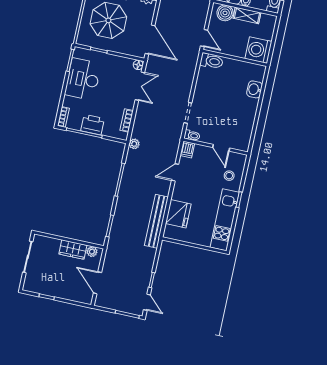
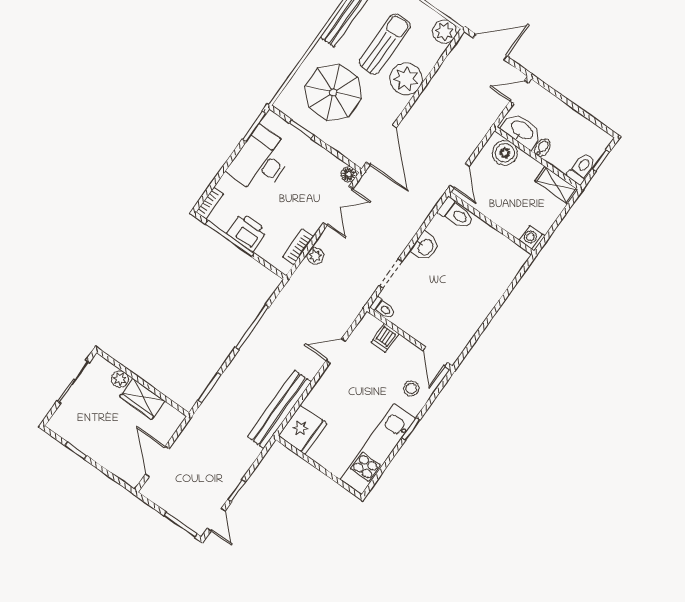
shelving: (247, 15) -> (556, 185), moved
washing machine: (258, 50) -> (532, 238), width x0.53, depth x0.53
washbasin: (254, 89) -> (425, 247), moved, turned 180
plant: (134, 144) -> (315, 256), moved
door: (221, 148) -> (435, 357), moved
dishwasher: (187, 149) -> (385, 338), moved
fridge: (178, 214) -> (303, 430), moved
plant: (92, 252) -> (120, 379), moved

